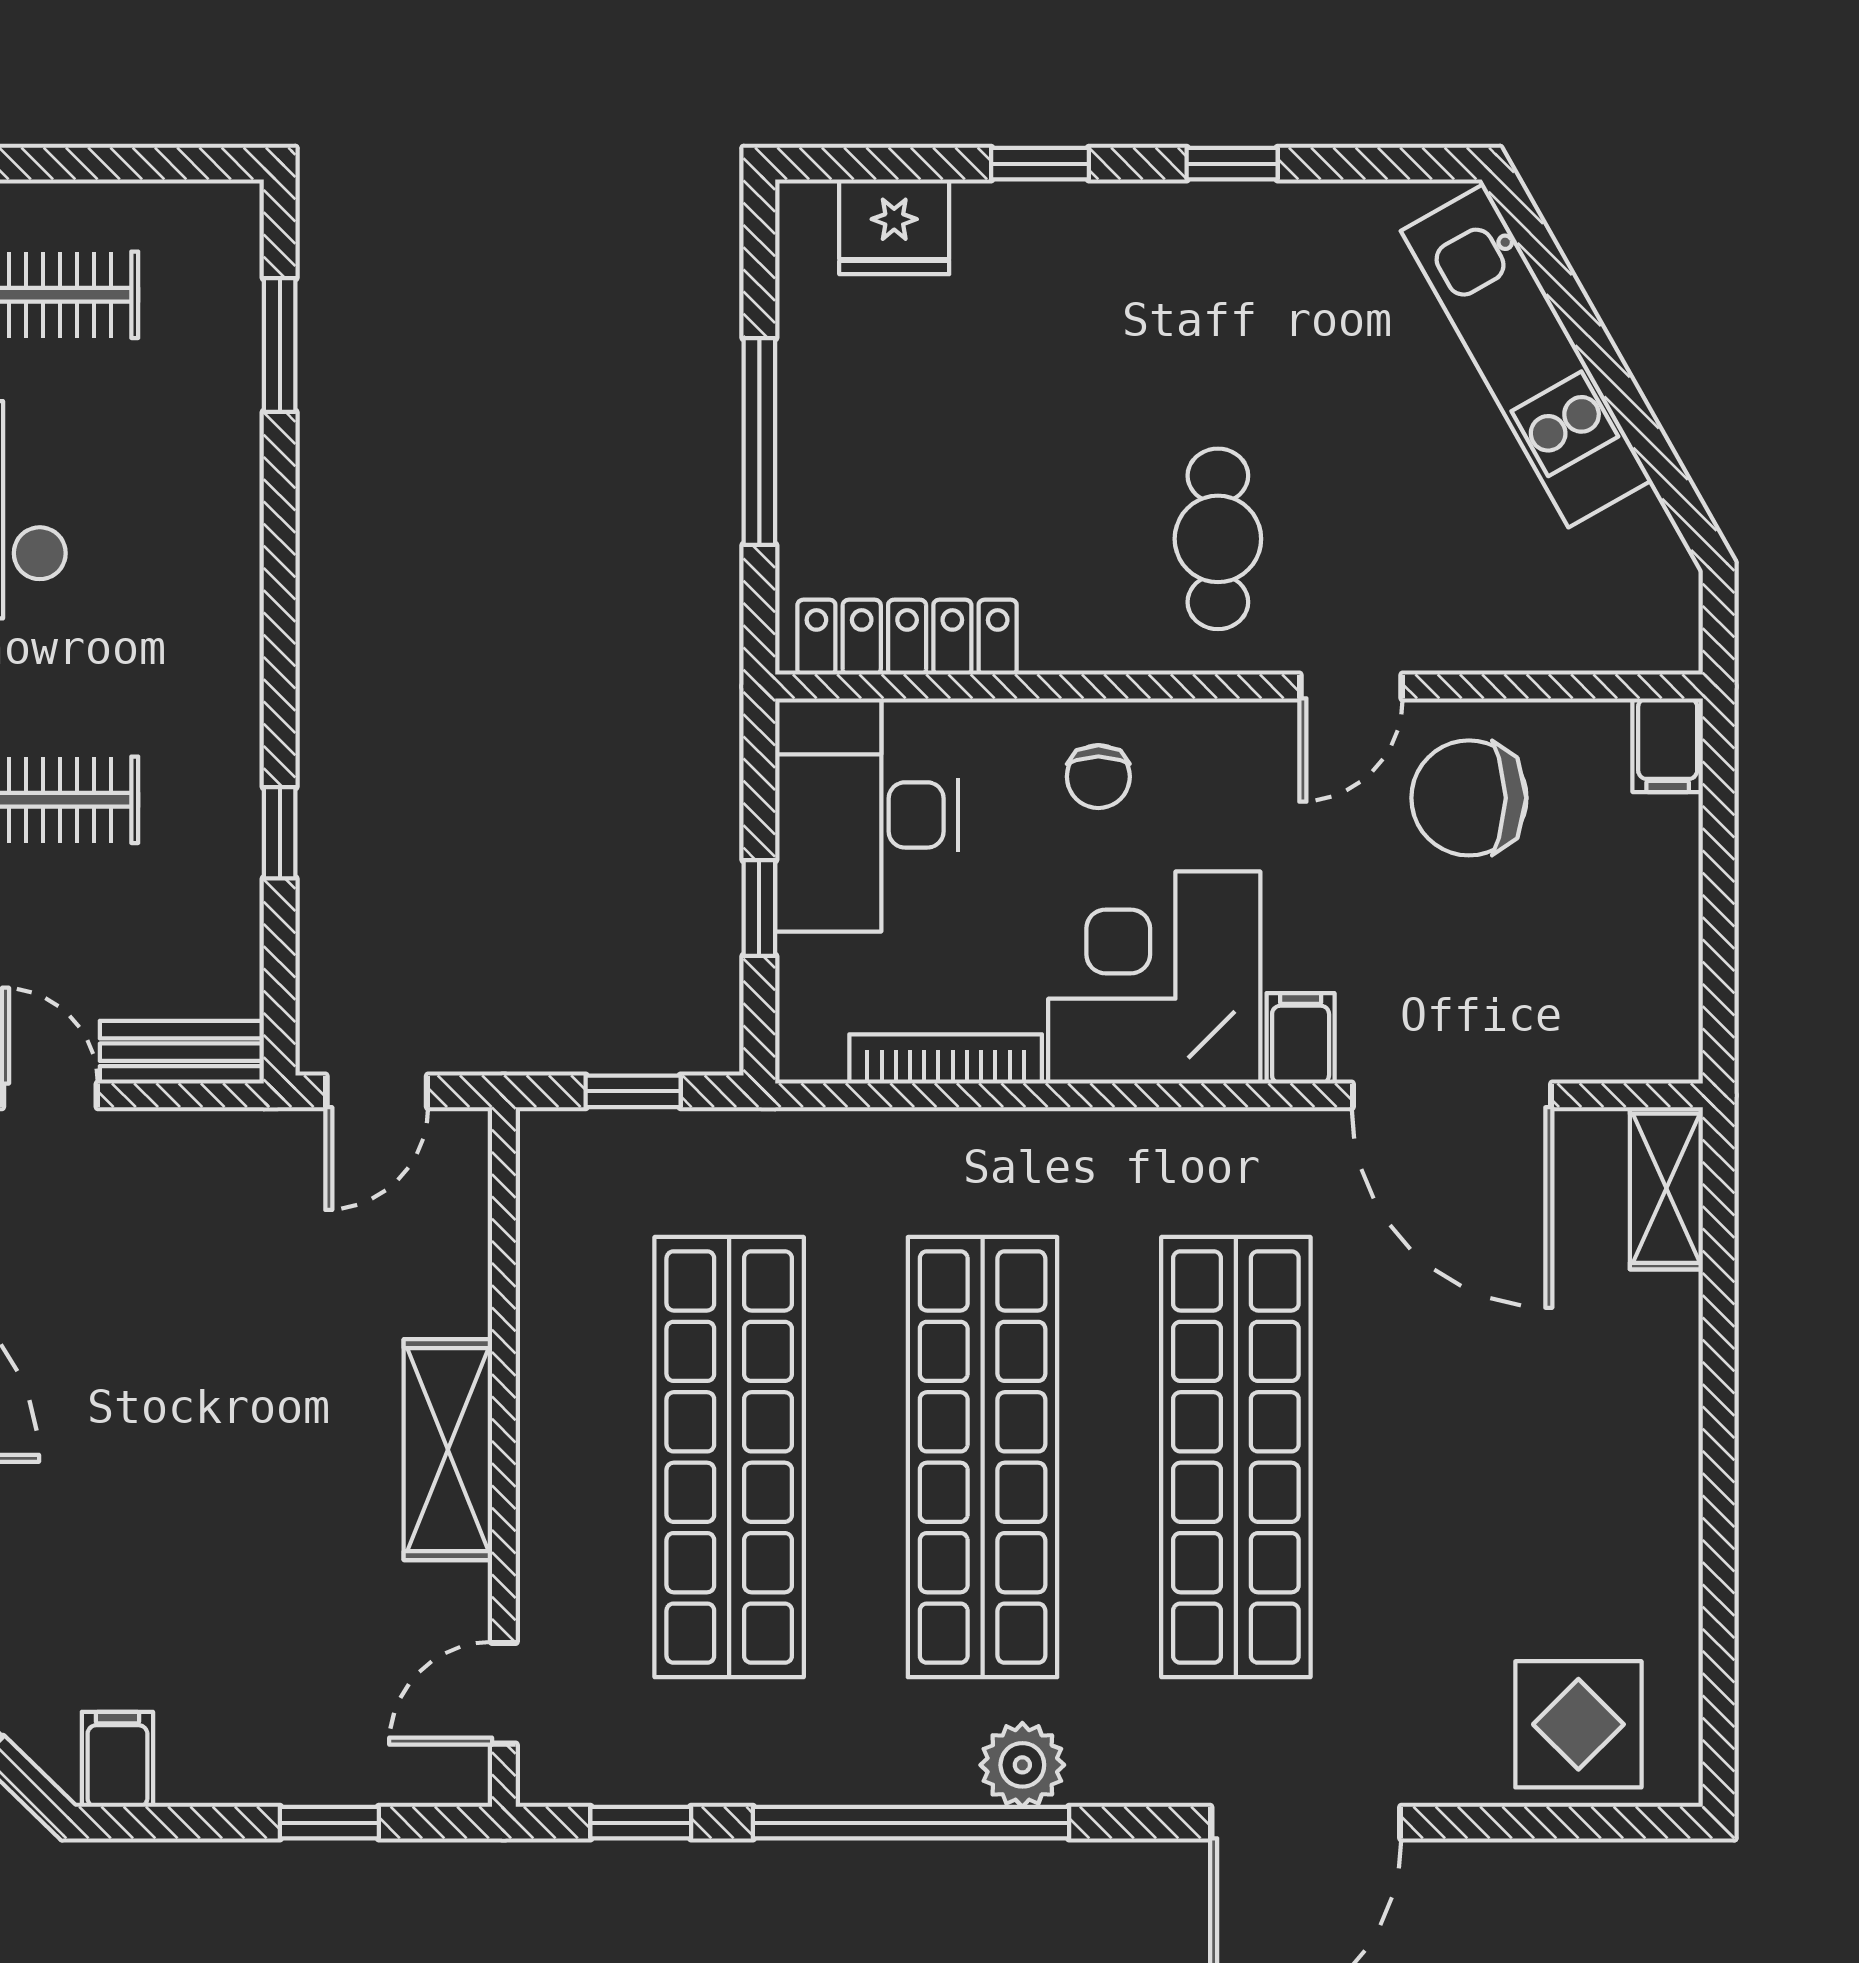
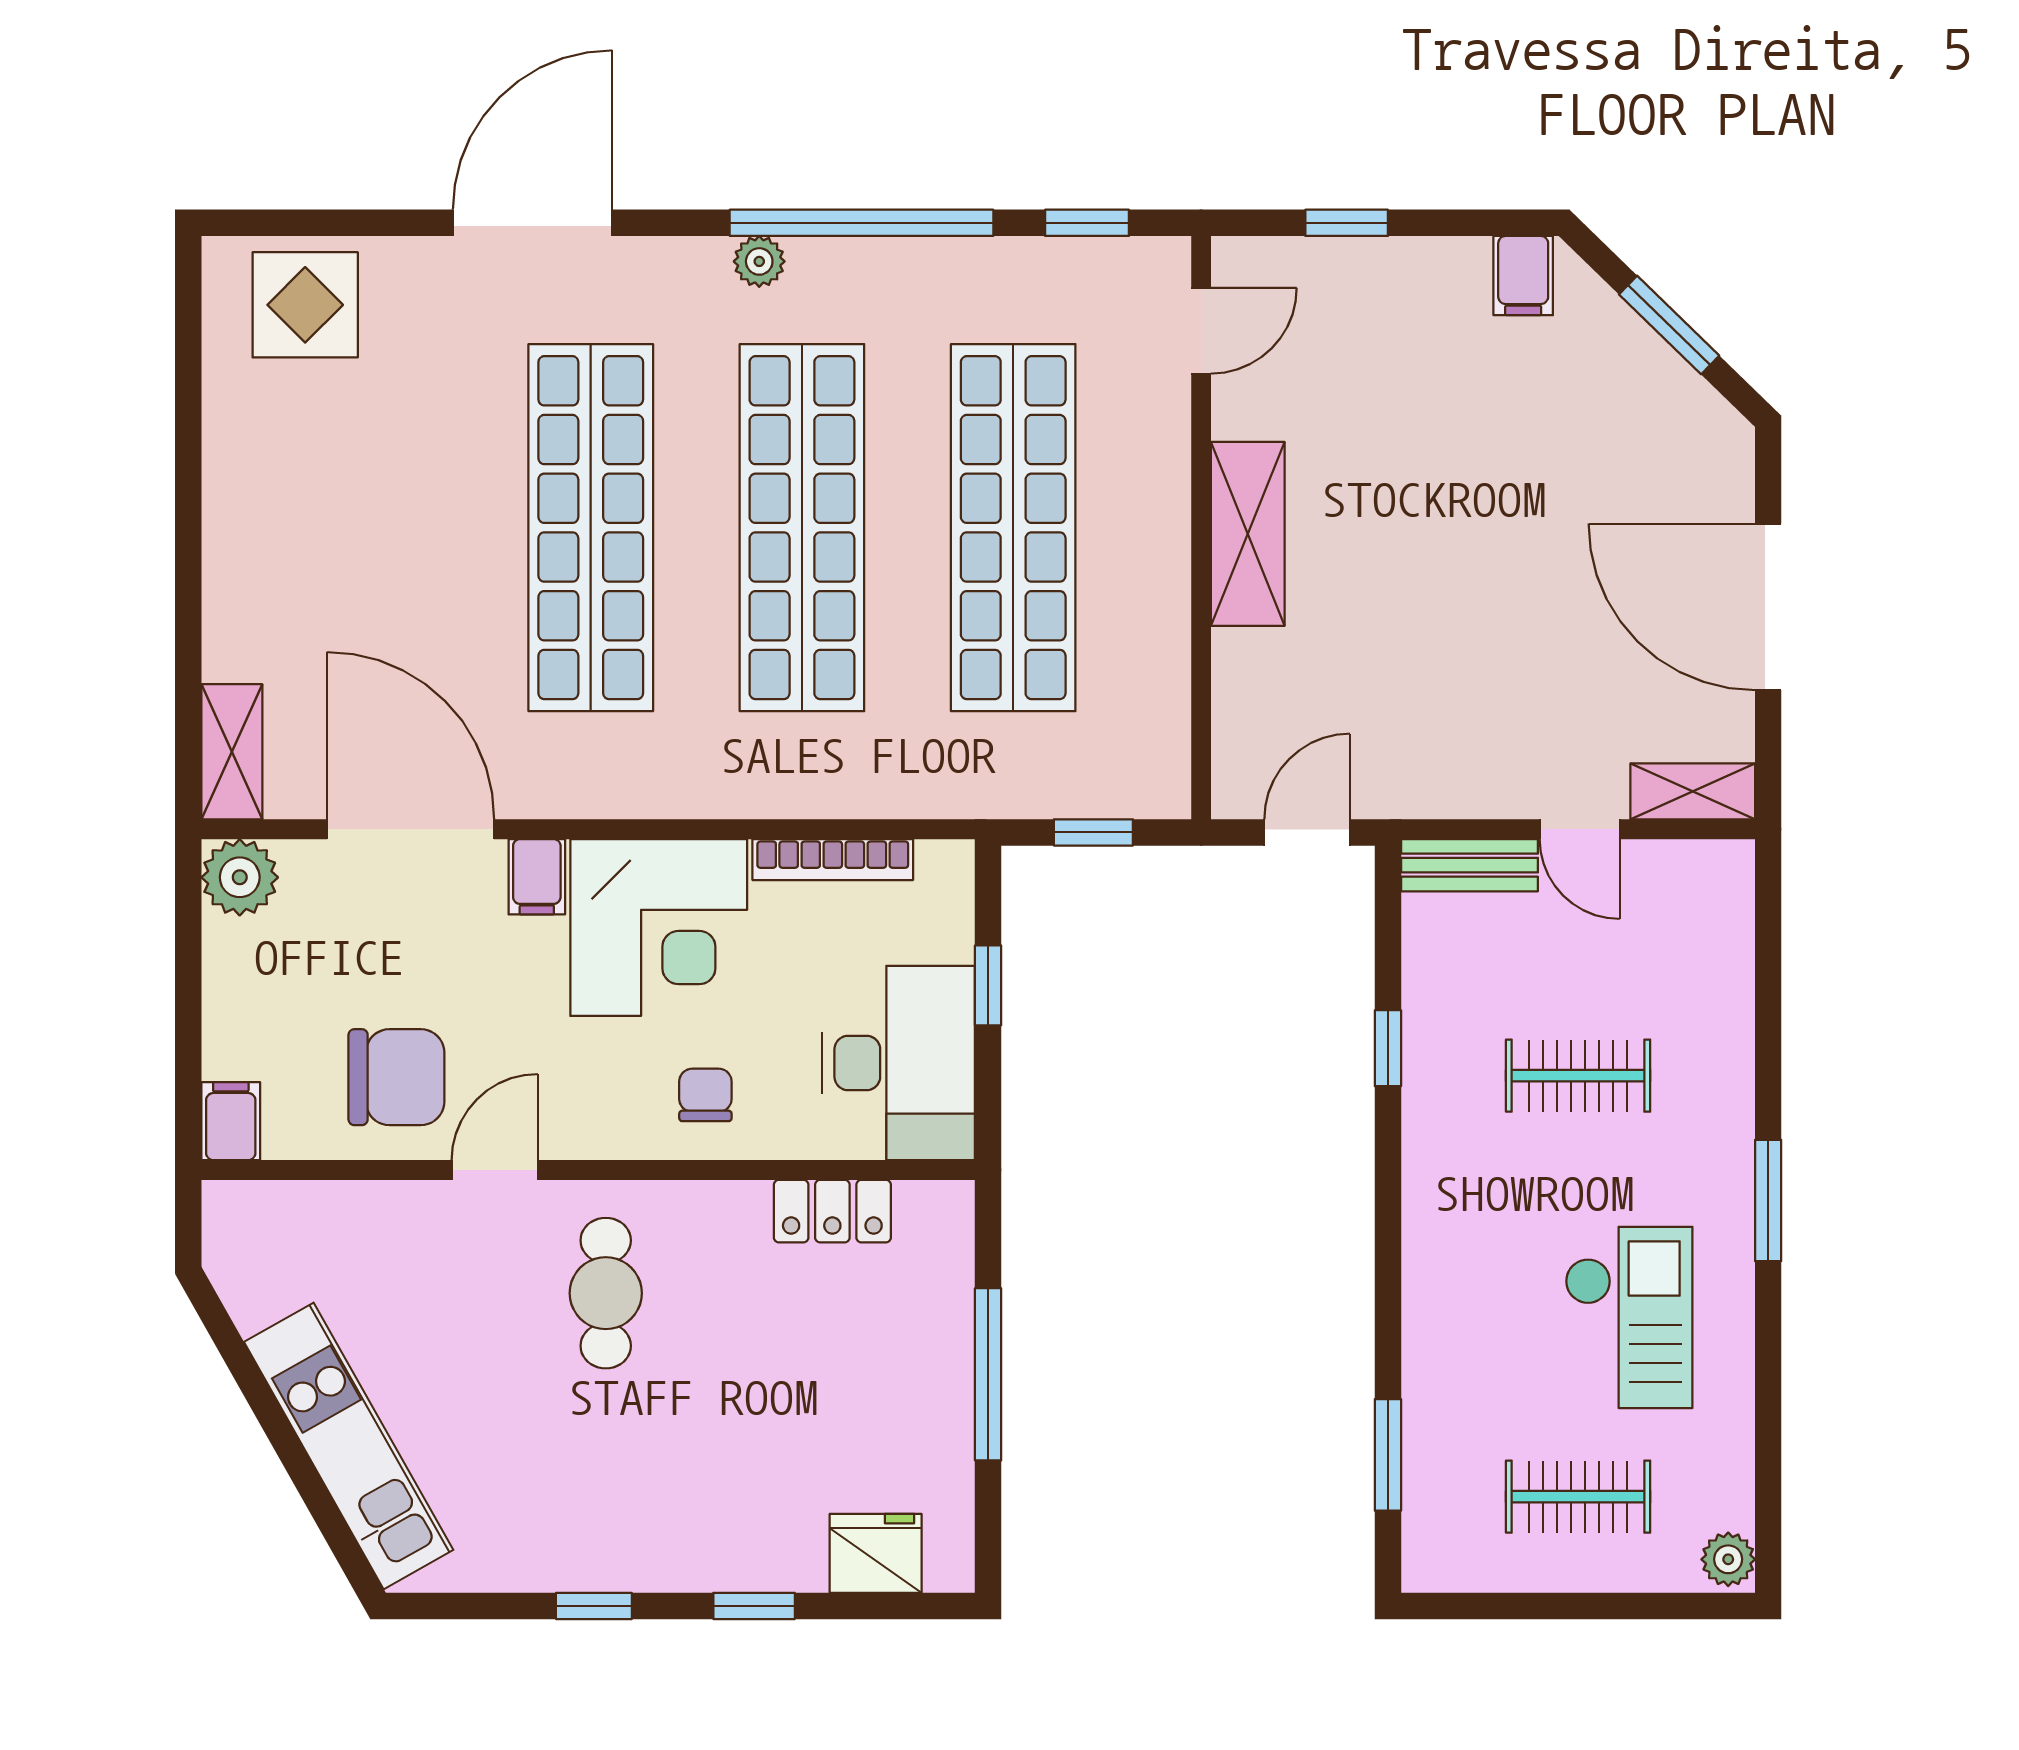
locker: (907, 637) -> (832, 1211), width x0.66
plant: (1657, 1038) -> (240, 877), added
plant: (1022, 1765) -> (759, 261), width x0.73, depth x0.73

